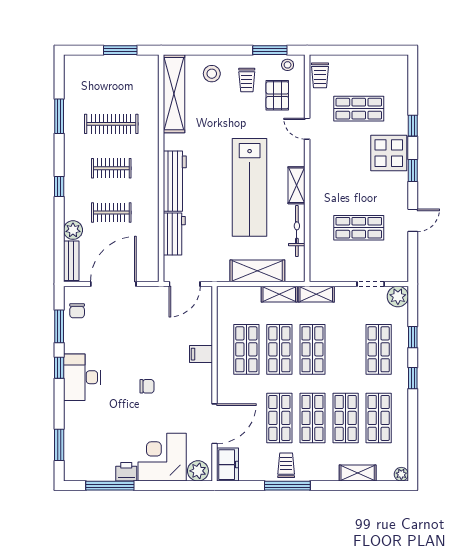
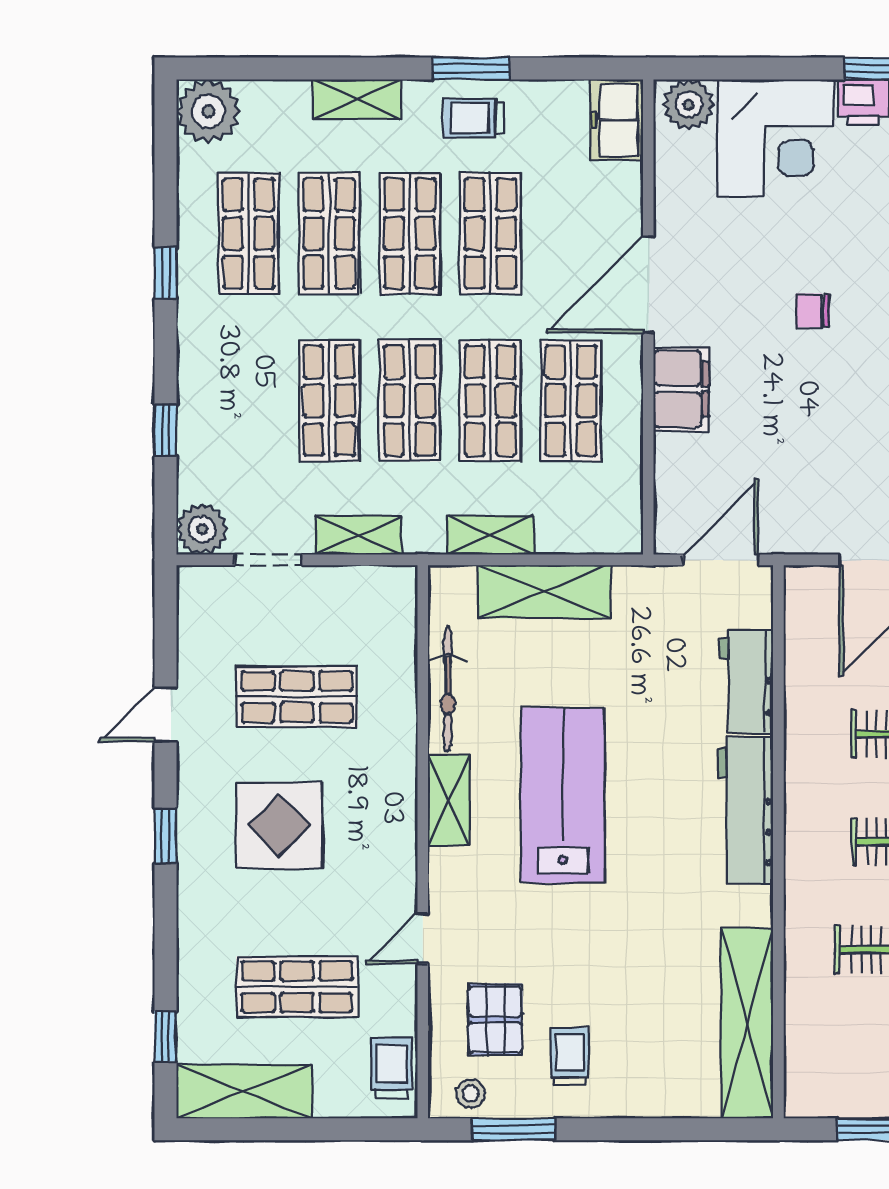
shelving: (380, 66) -> (244, 1091), added
stool: (212, 74) -> (655, 1072), removed
window: (413, 126) -> (166, 1037), moved
door: (307, 129) -> (423, 938), swing flipped
display table: (389, 153) -> (279, 825), moved
lab bench: (250, 187) -> (563, 795), width x0.73
shelving: (316, 294) -> (358, 535), moved
shop shelf: (379, 349) -> (329, 401), moved
filing cabinet: (201, 354) -> (681, 389), width x2.00
window: (413, 378) -> (166, 273), moved
door: (215, 424) -> (648, 284), moved
trolley: (286, 465) -> (474, 118), turned 90
shelving: (358, 473) -> (357, 99), moved
plant: (401, 474) -> (208, 111), width x1.87, depth x1.87
window: (287, 486) -> (471, 69), width x0.69

